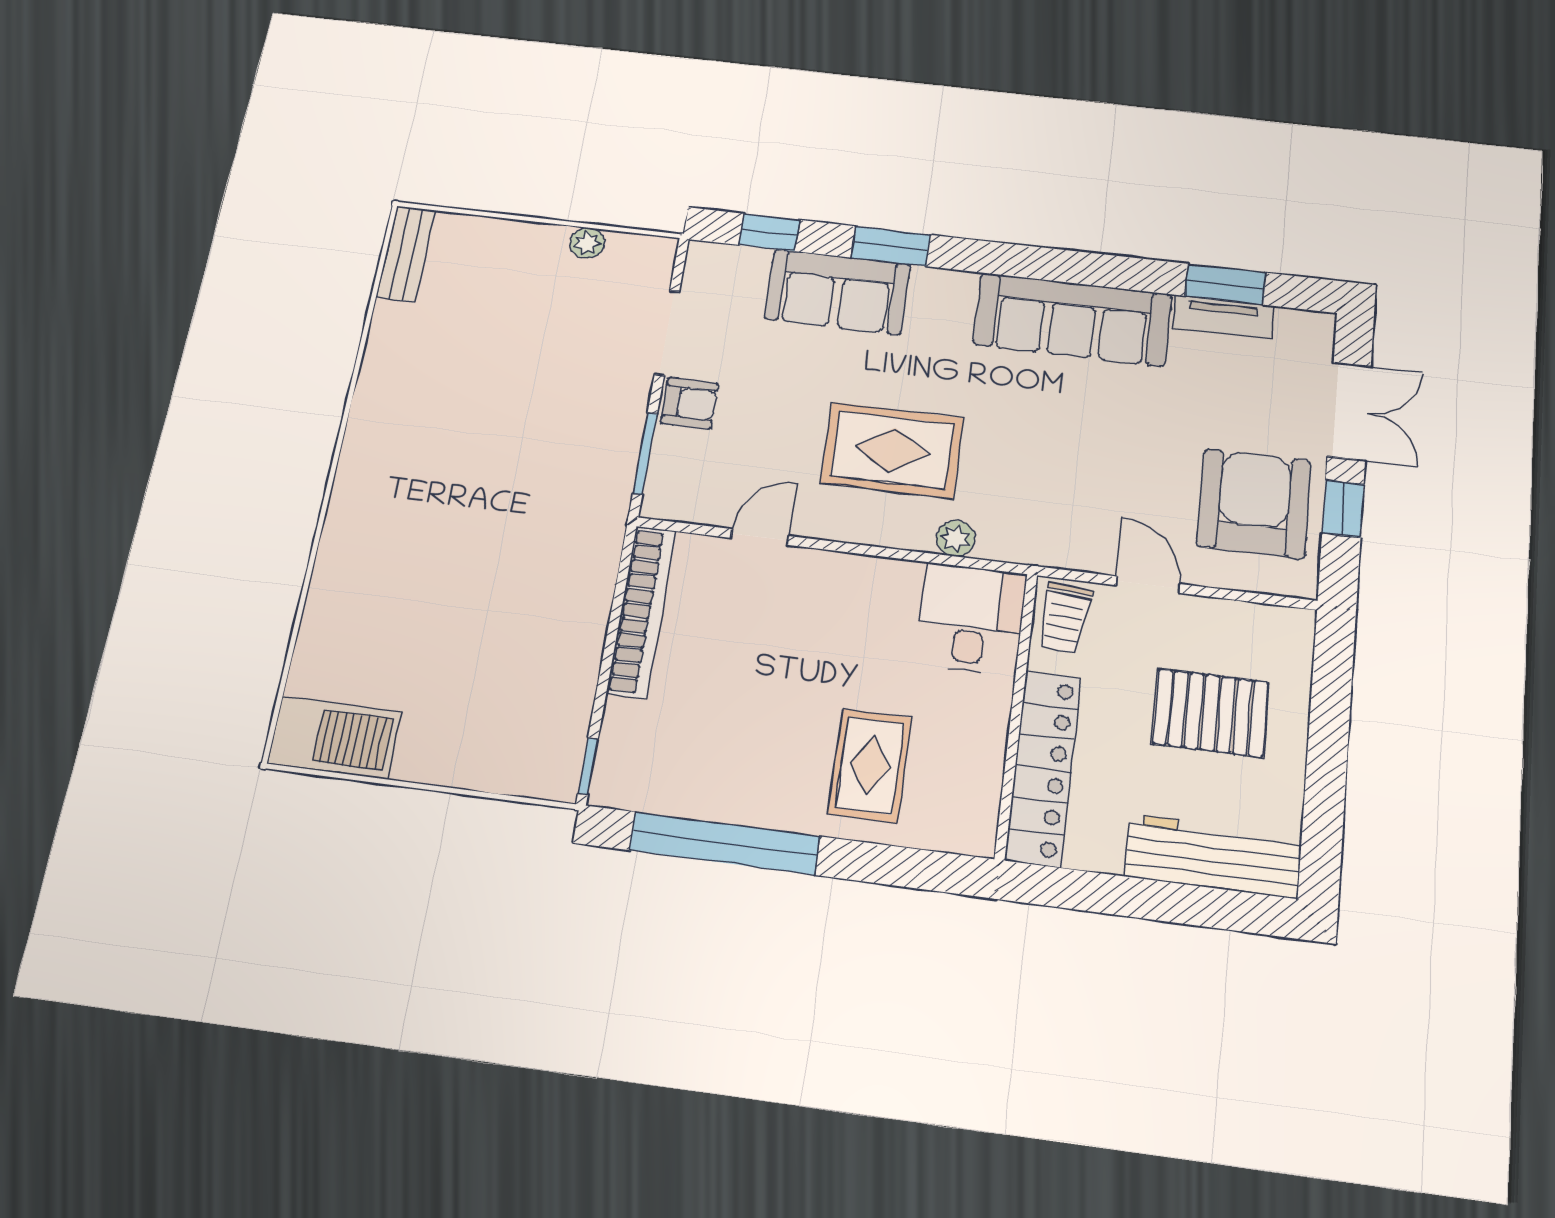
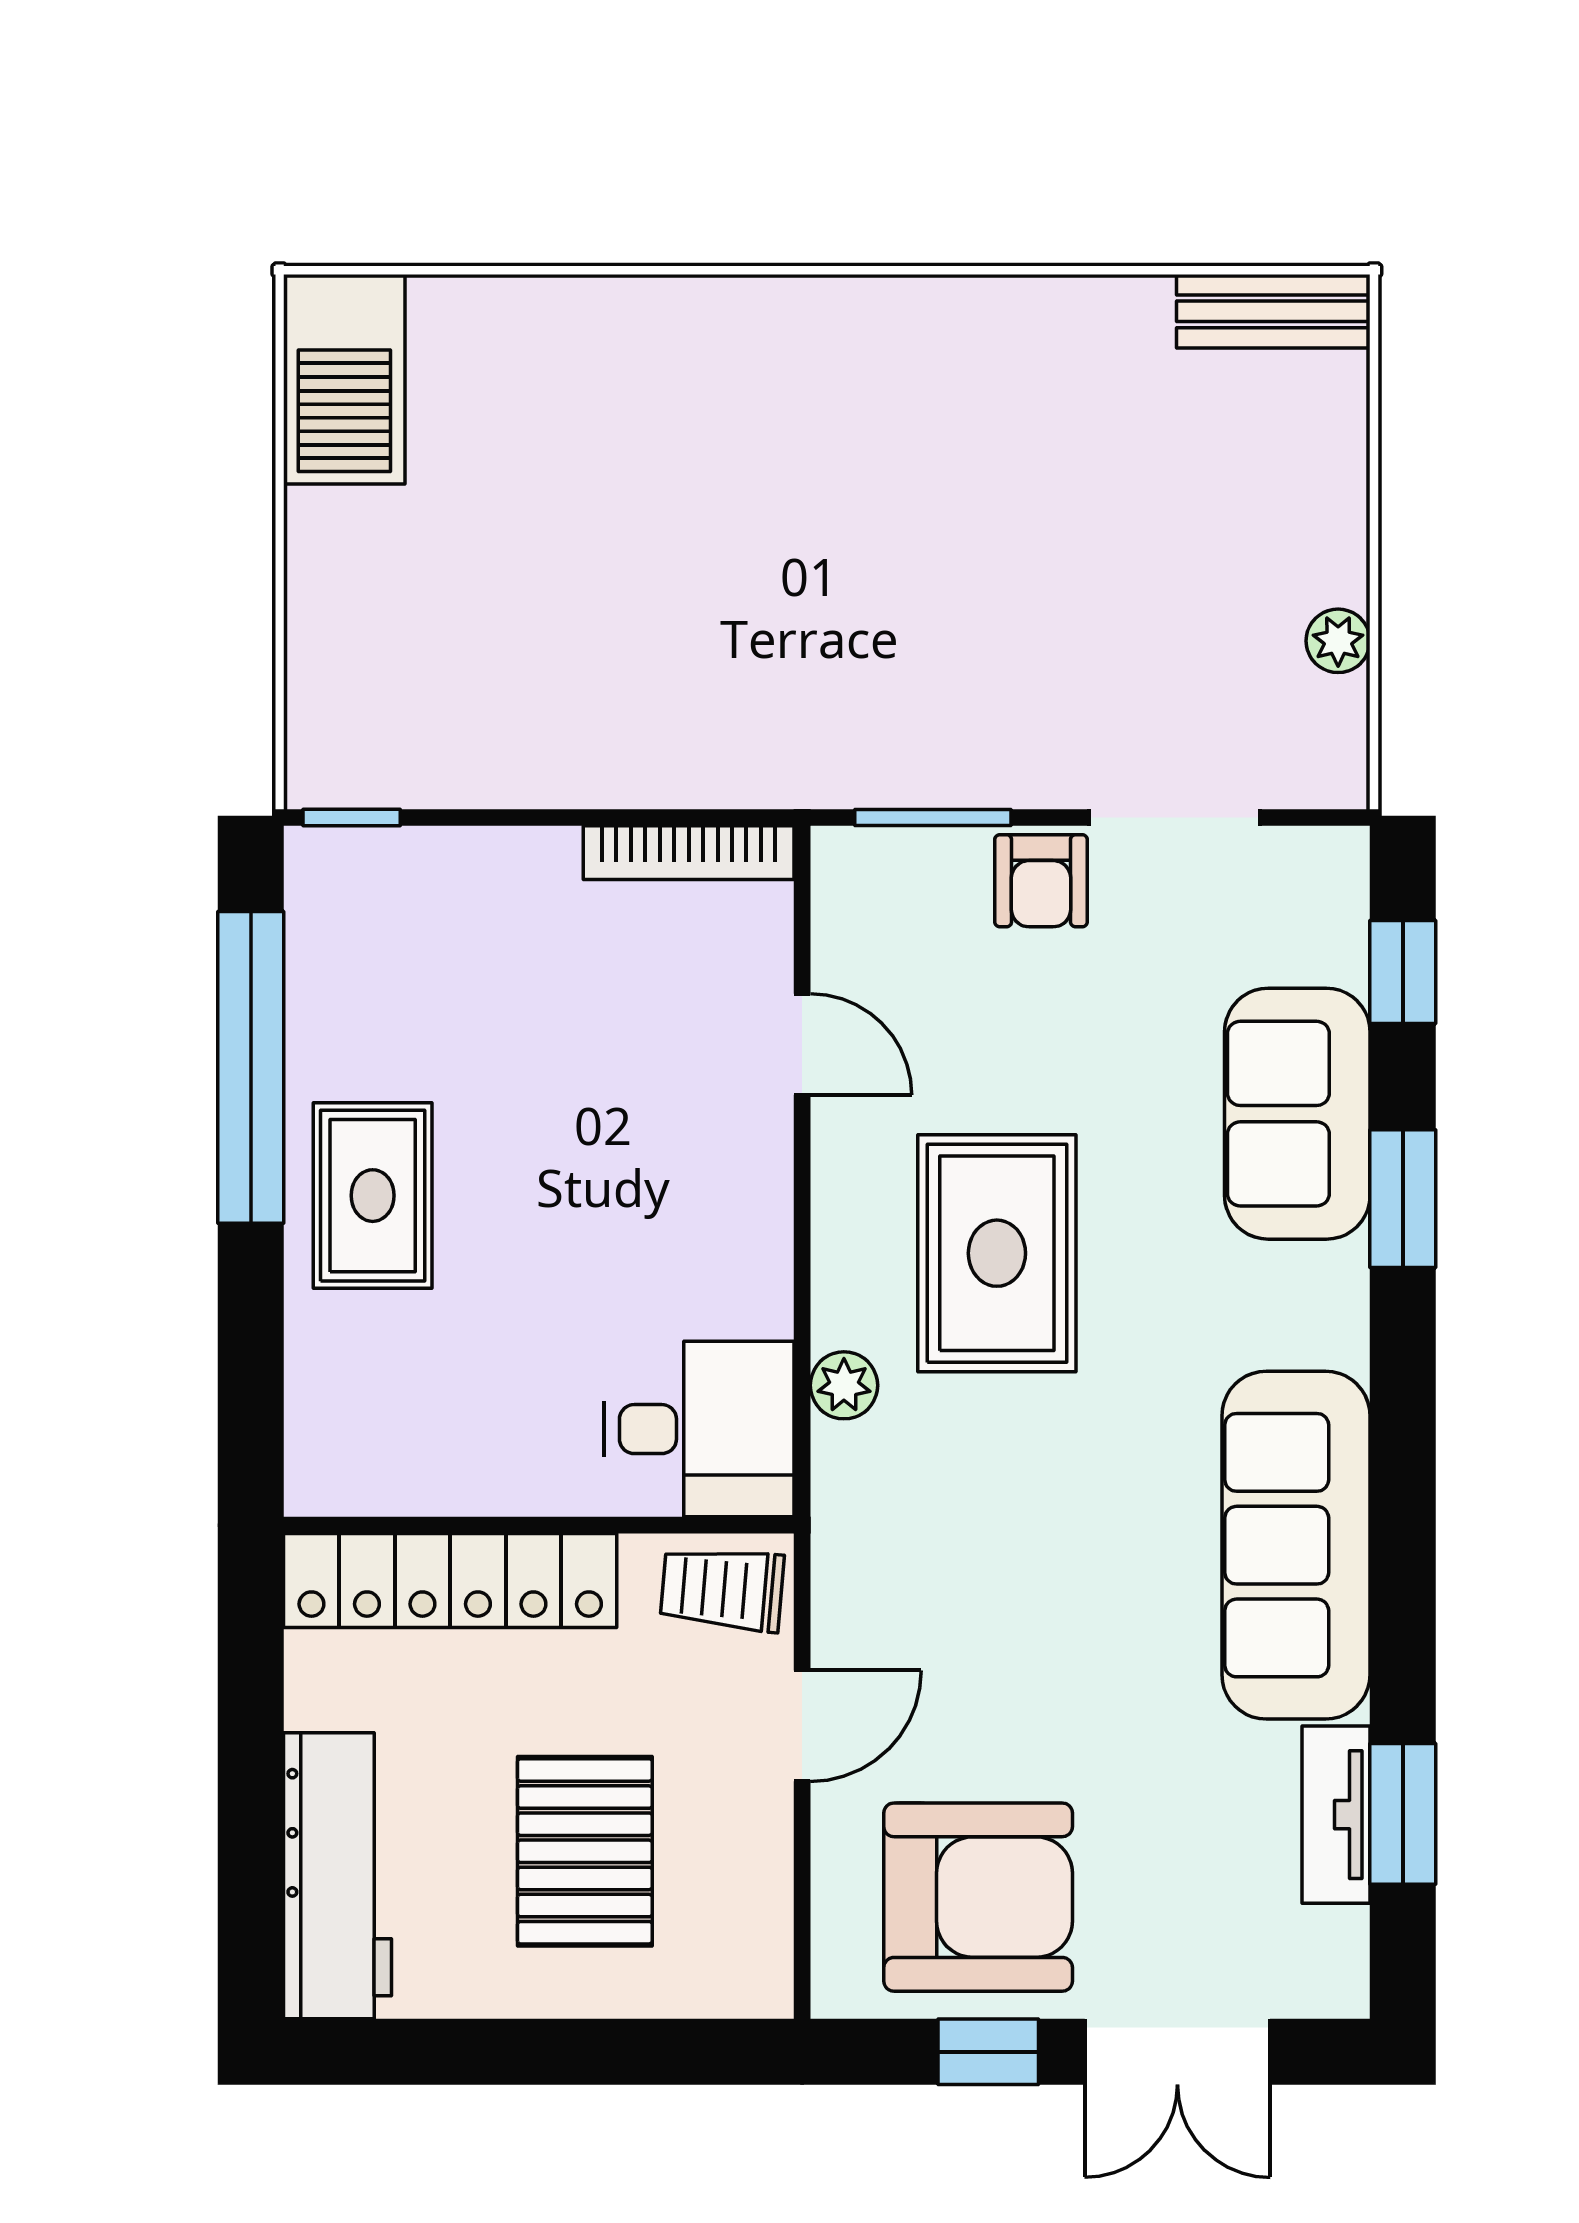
bookcase: (641, 611) -> (689, 853), width x0.68, depth x0.76
rug: (870, 766) -> (373, 1196), moved, turned 90

